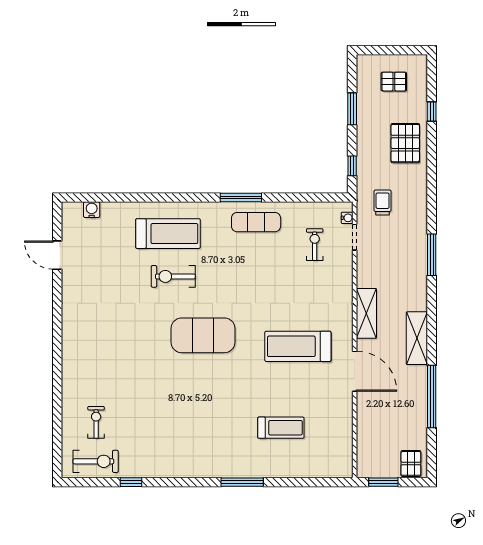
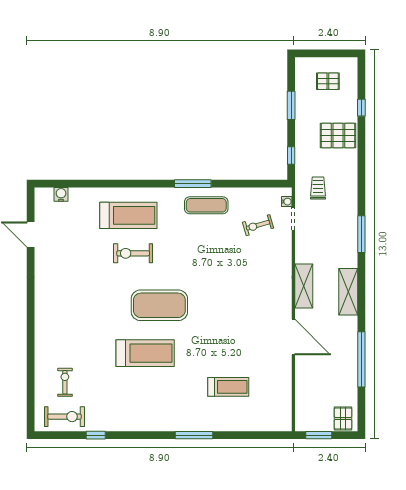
pallet: (405, 143) -> (338, 136), turned 90
exercise bike: (315, 245) -> (258, 225), turned -106
shelving: (417, 338) -> (348, 292), moved
treadmill: (298, 346) -> (145, 353), moved, turned 180

